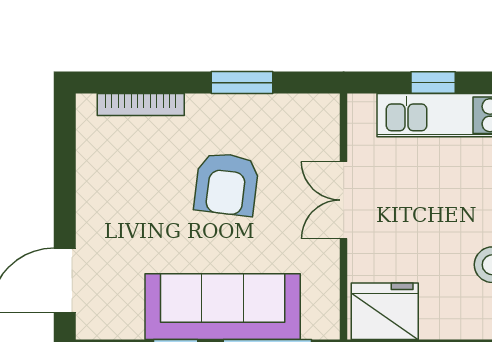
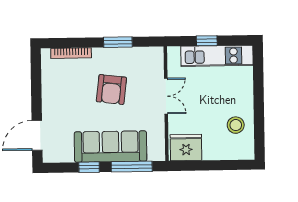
double door: (344, 200) -> (166, 96), swing flipped

